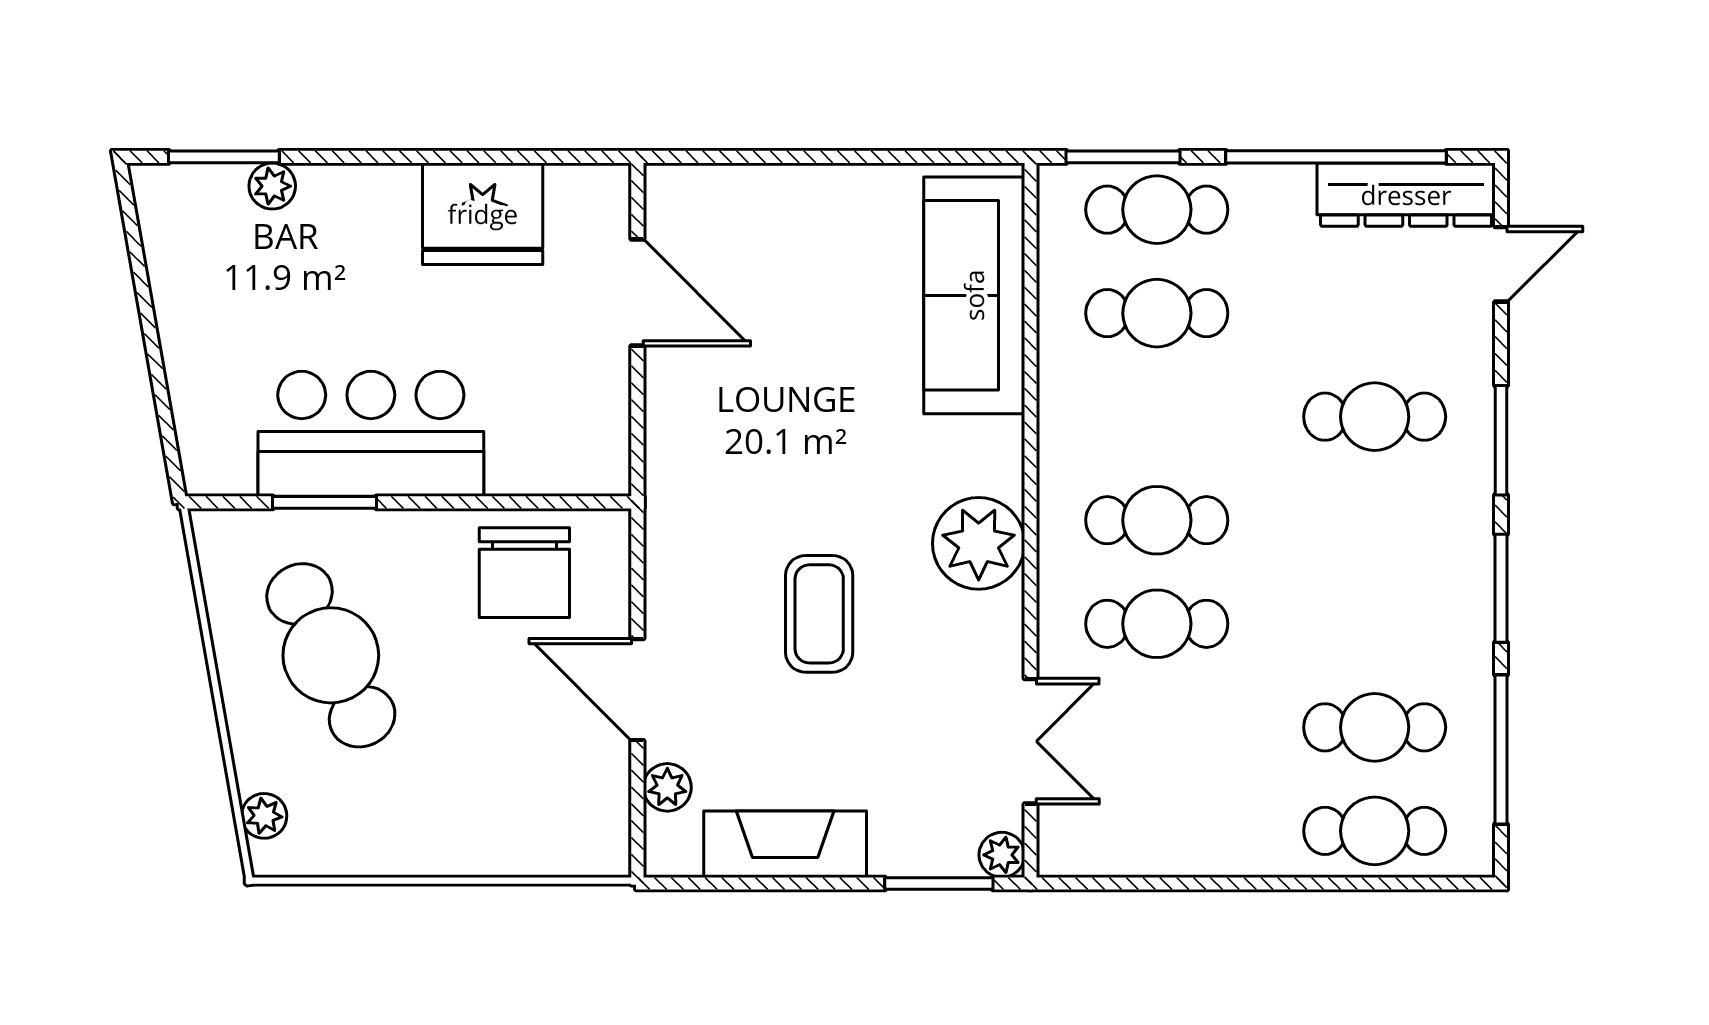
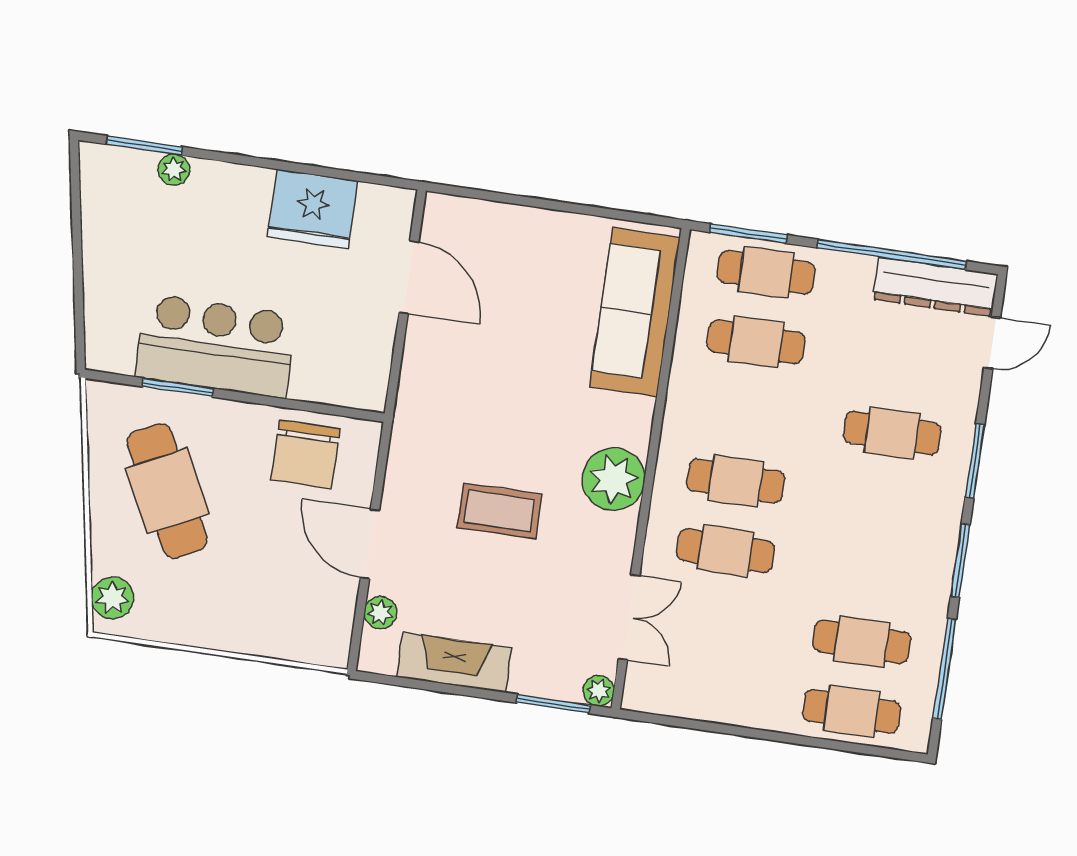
coffee table: (819, 614) -> (500, 511), turned 90
plant: (264, 816) -> (113, 598), width x1.38, depth x1.38

